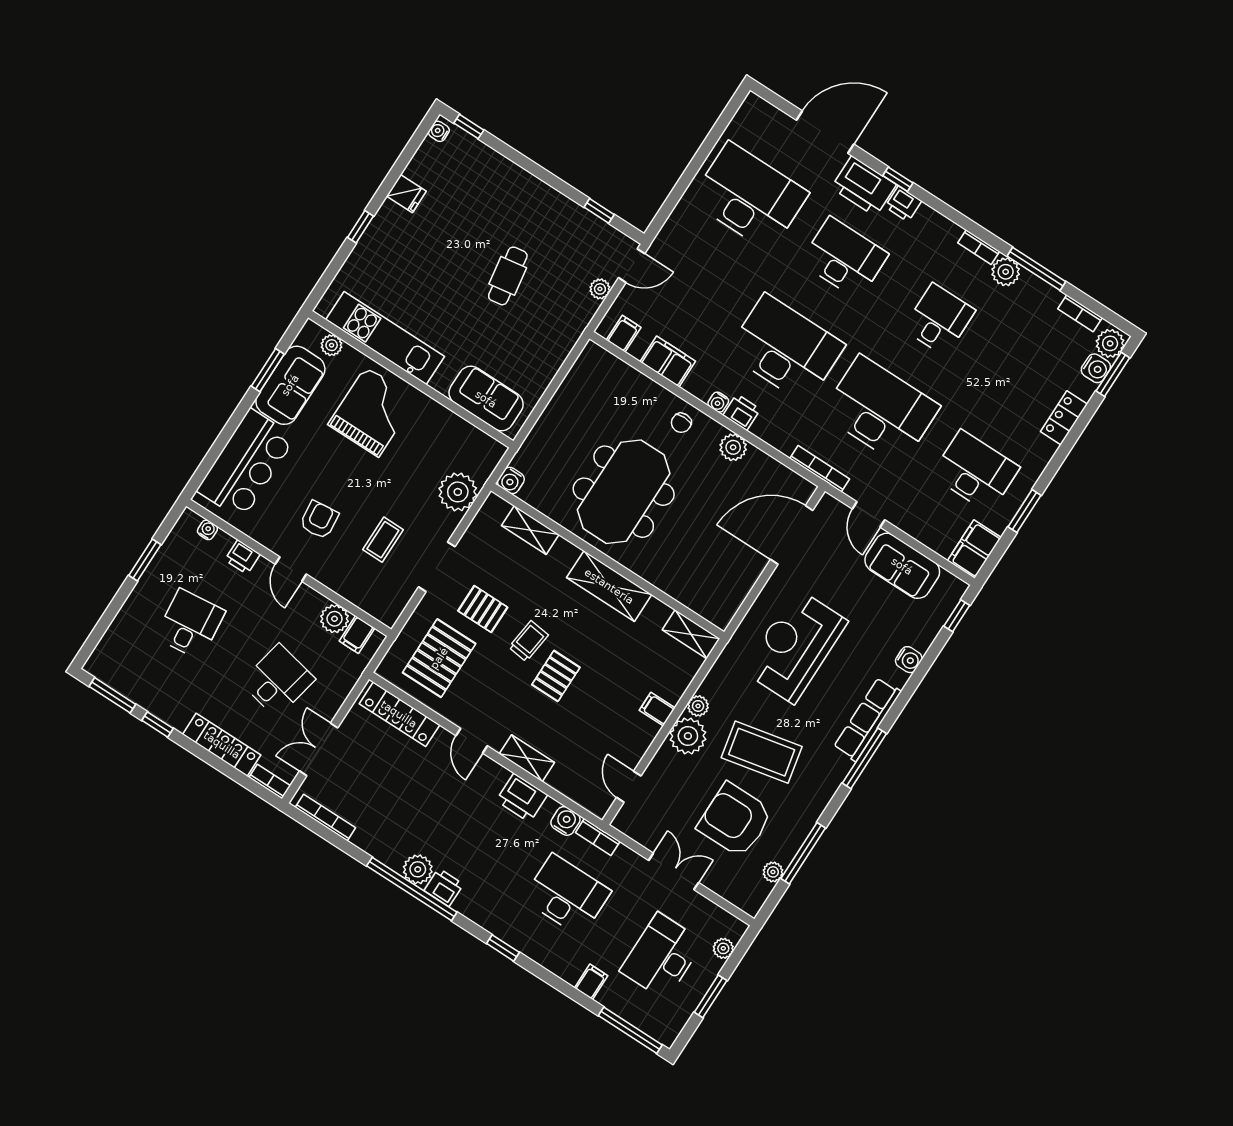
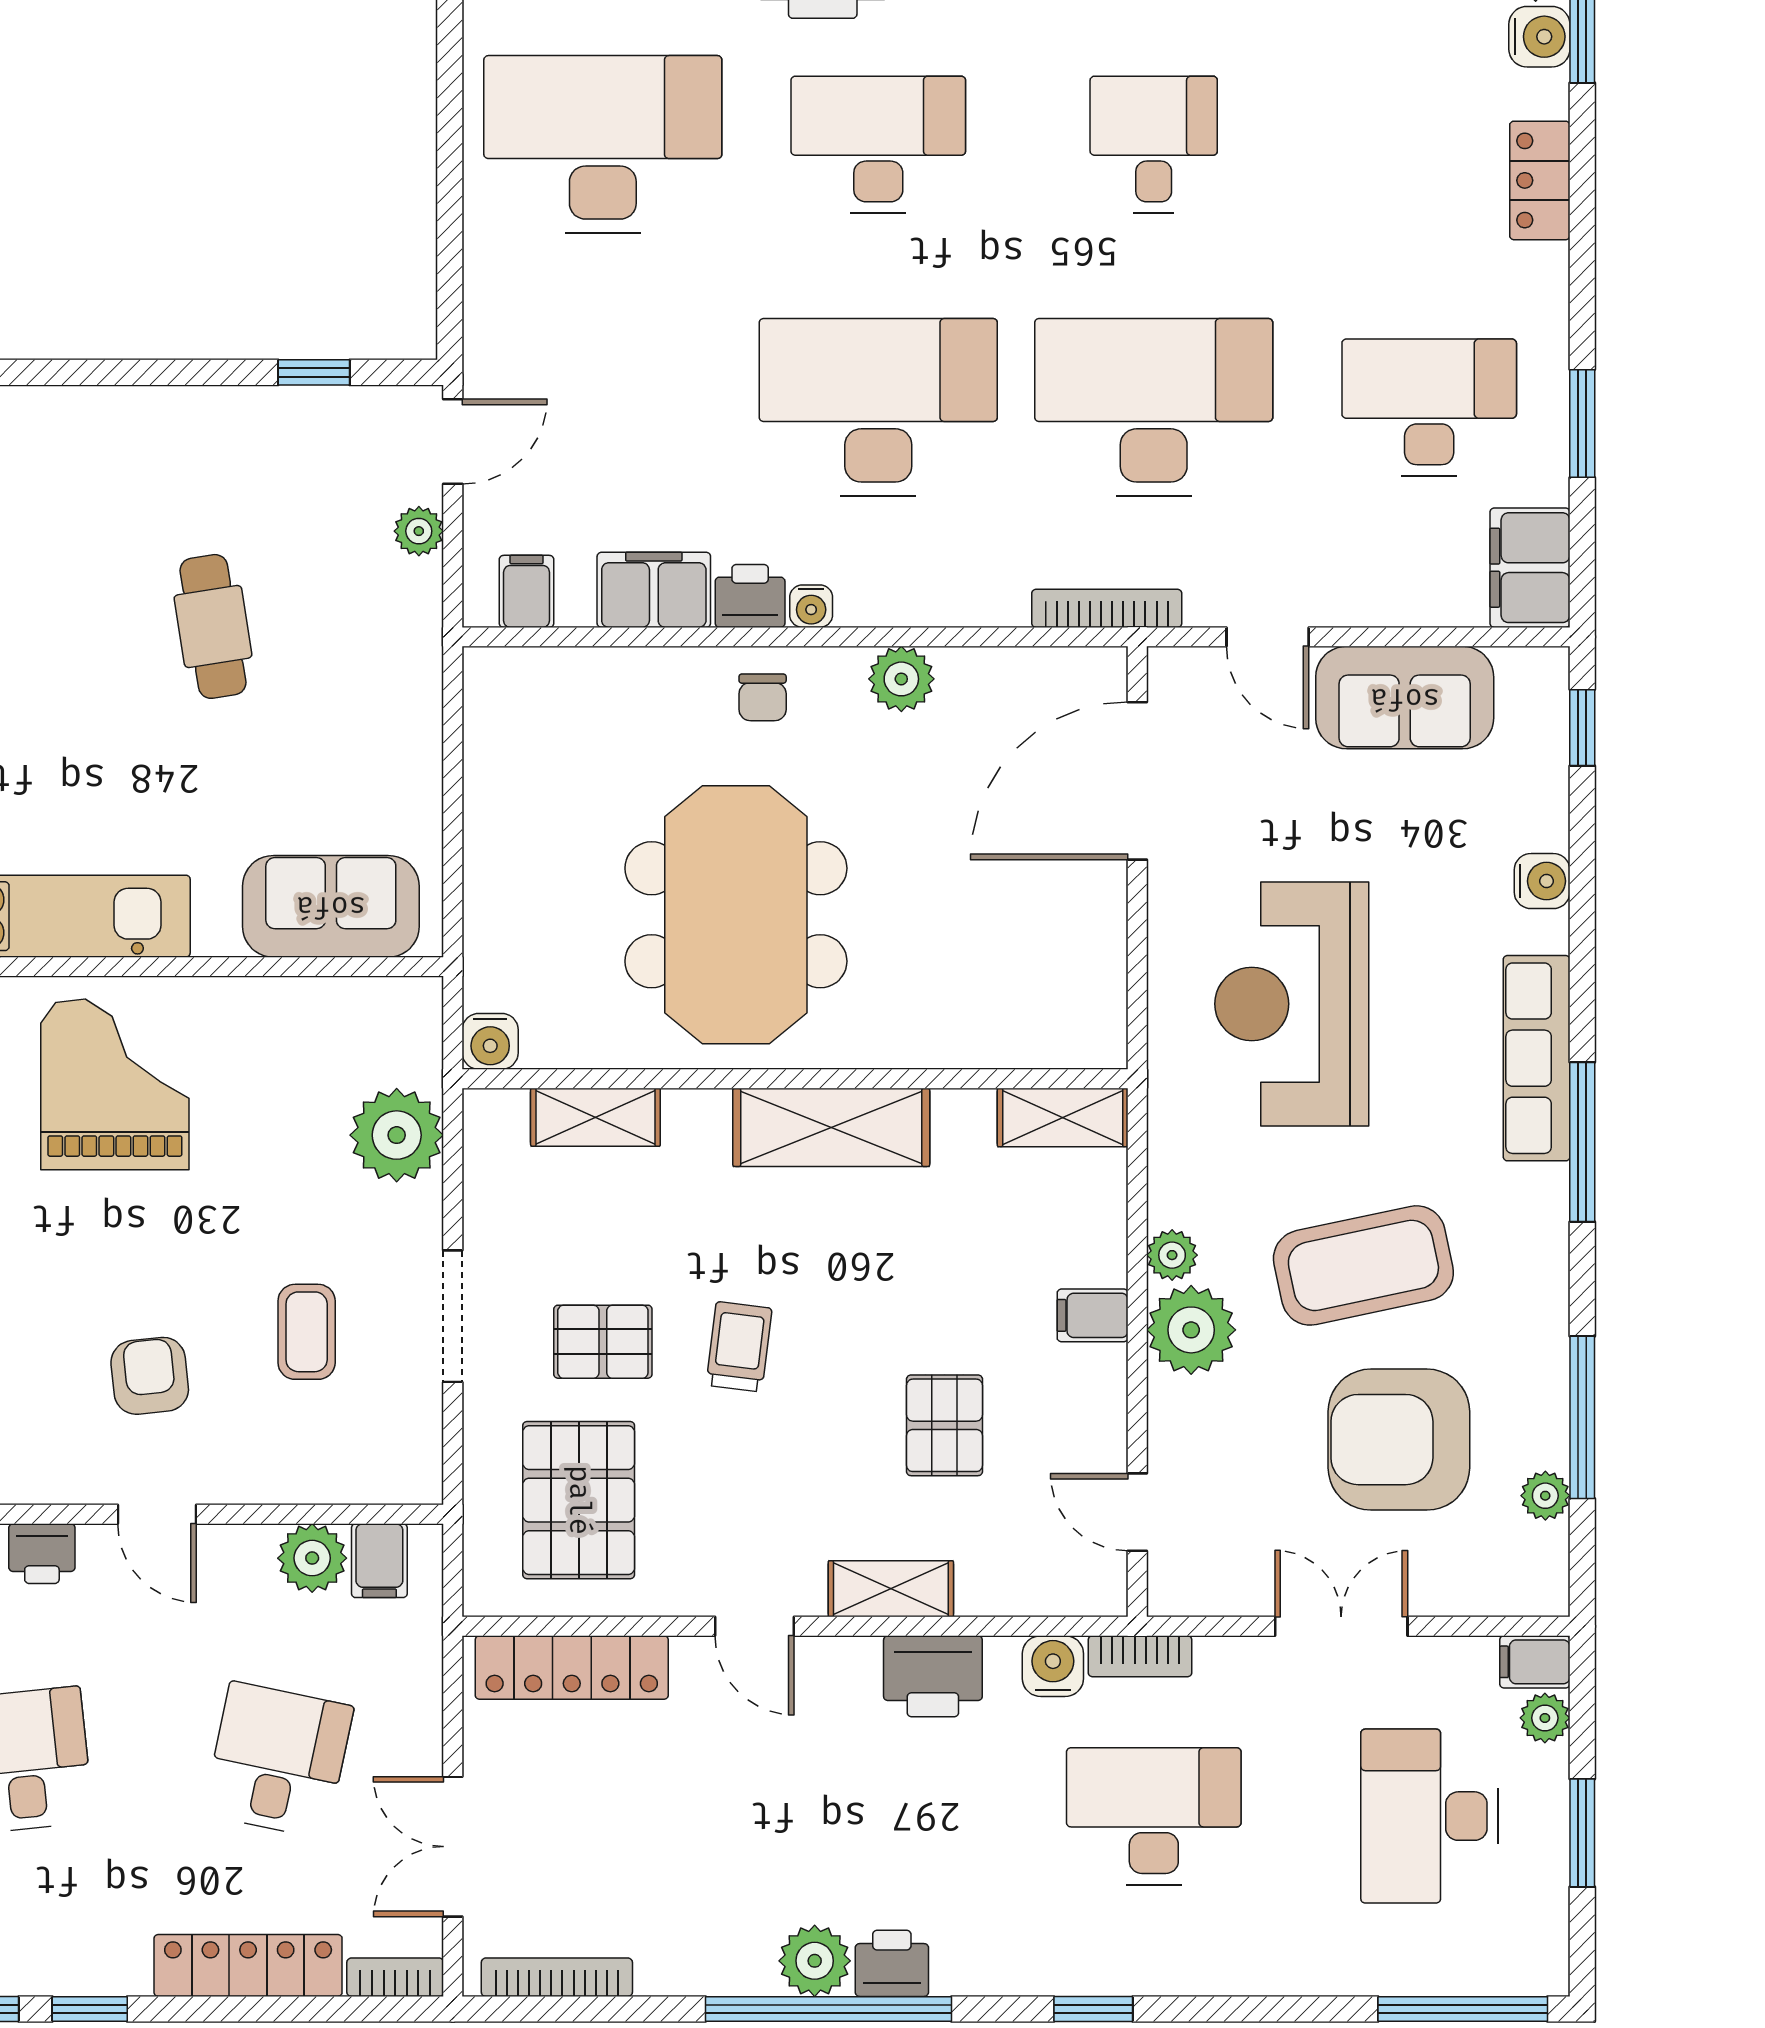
printer: (742, 412) -> (750, 596), moved
pallet: (556, 676) -> (945, 1425), moved
filing cabinet: (591, 982) -> (1535, 1662), moved, turned -90

